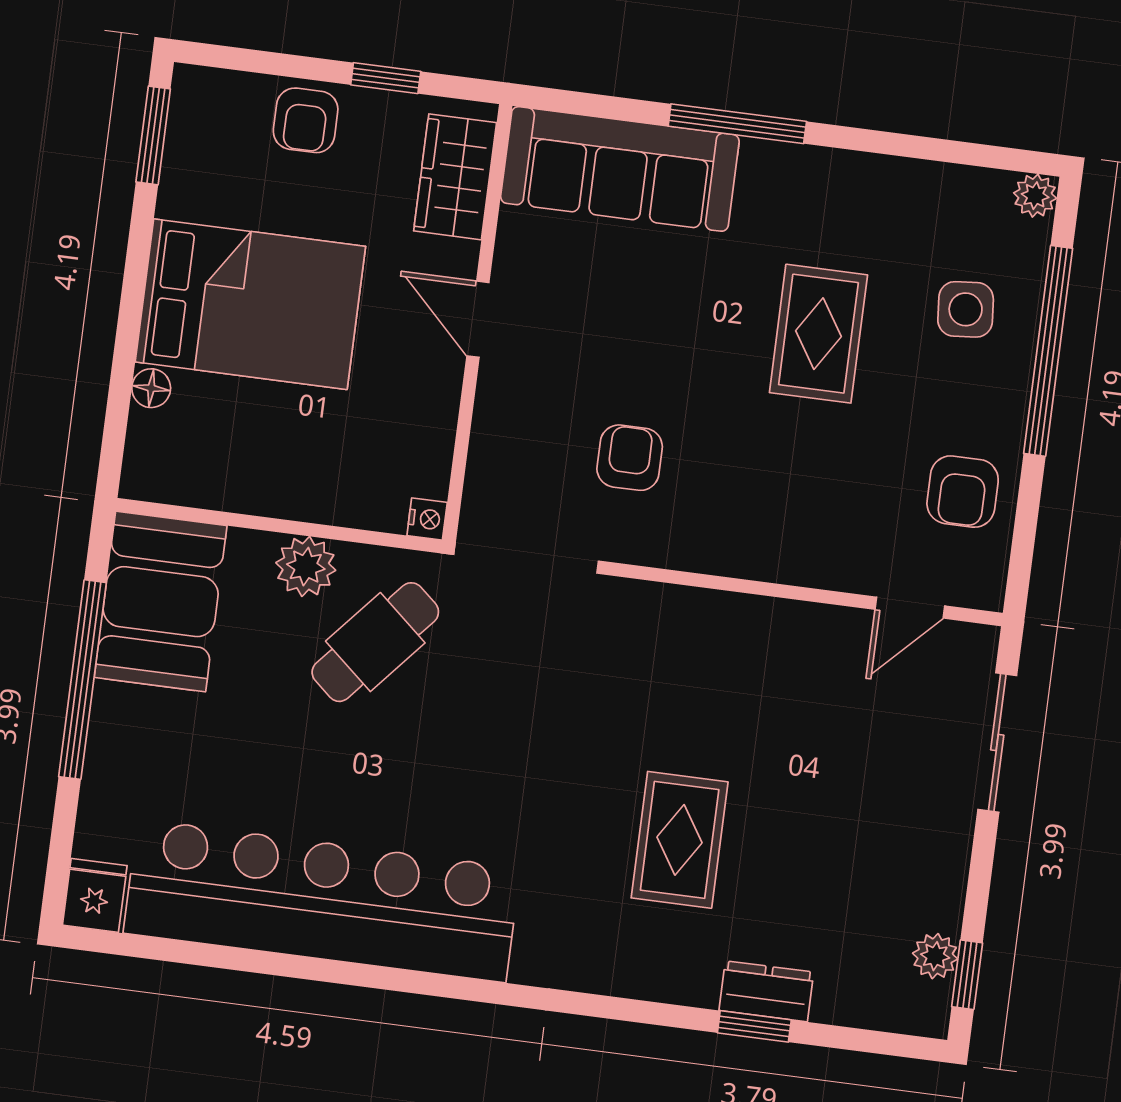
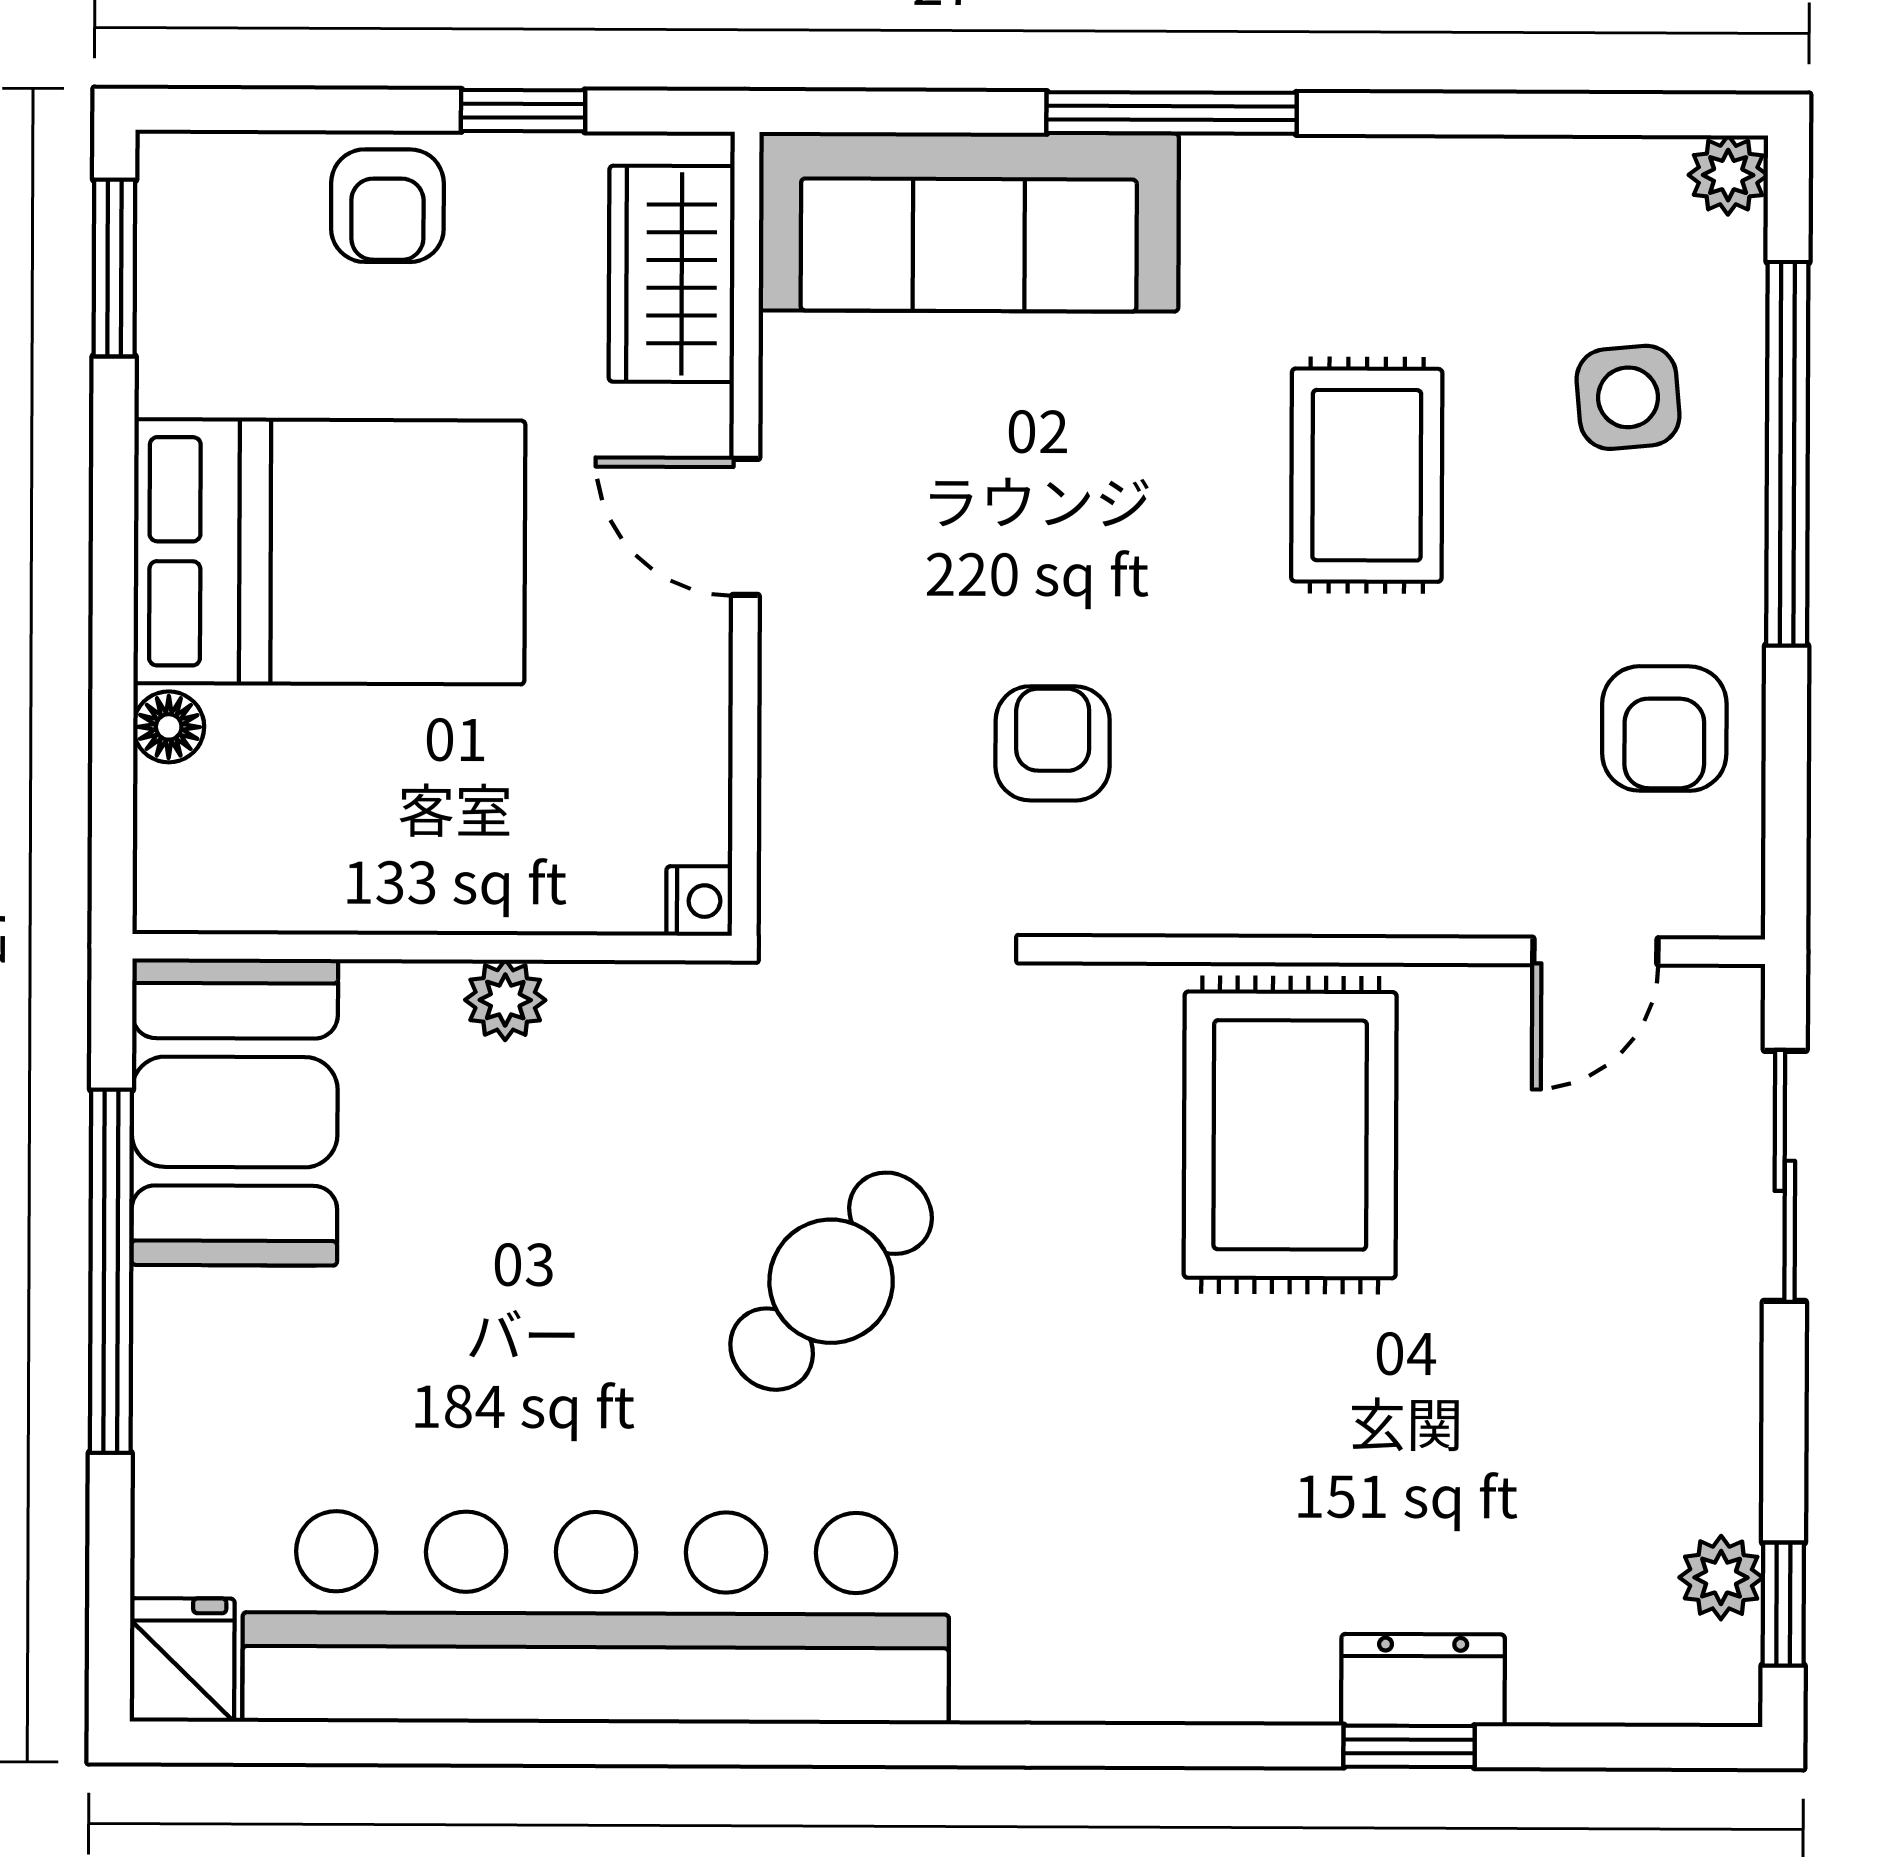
plant: (306, 567) -> (505, 1000), width x0.73, depth x0.73
cafe table: (375, 642) -> (831, 1281), moved
rug: (680, 840) -> (1290, 1135), moved, width x1.36, depth x1.43

